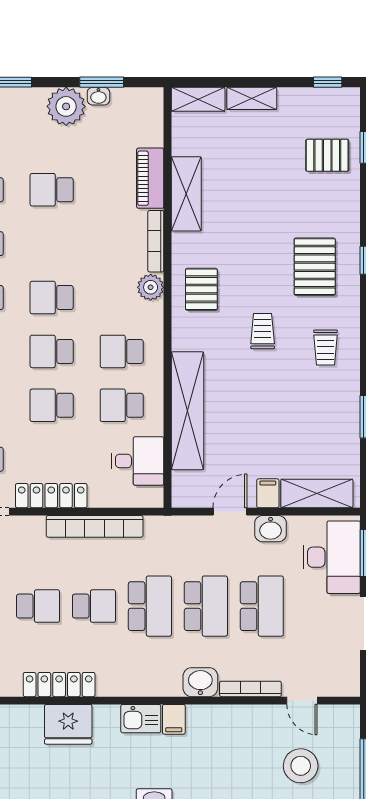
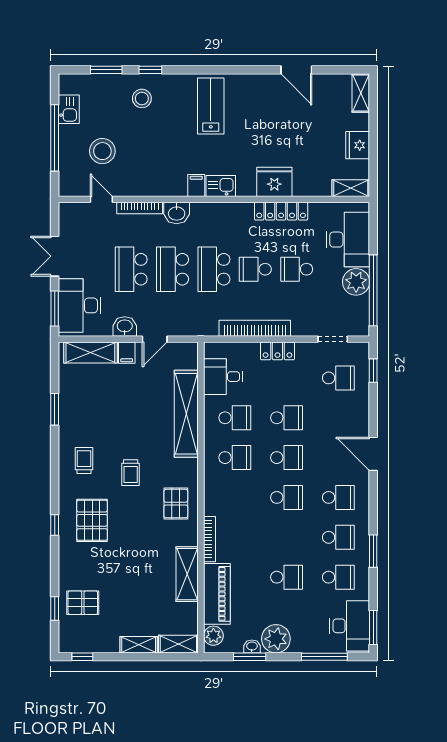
piano: (150, 178) -> (217, 594), width x1.37, depth x1.33
plant: (151, 287) -> (213, 636), moved
locker: (51, 496) -> (277, 351), width x0.66

